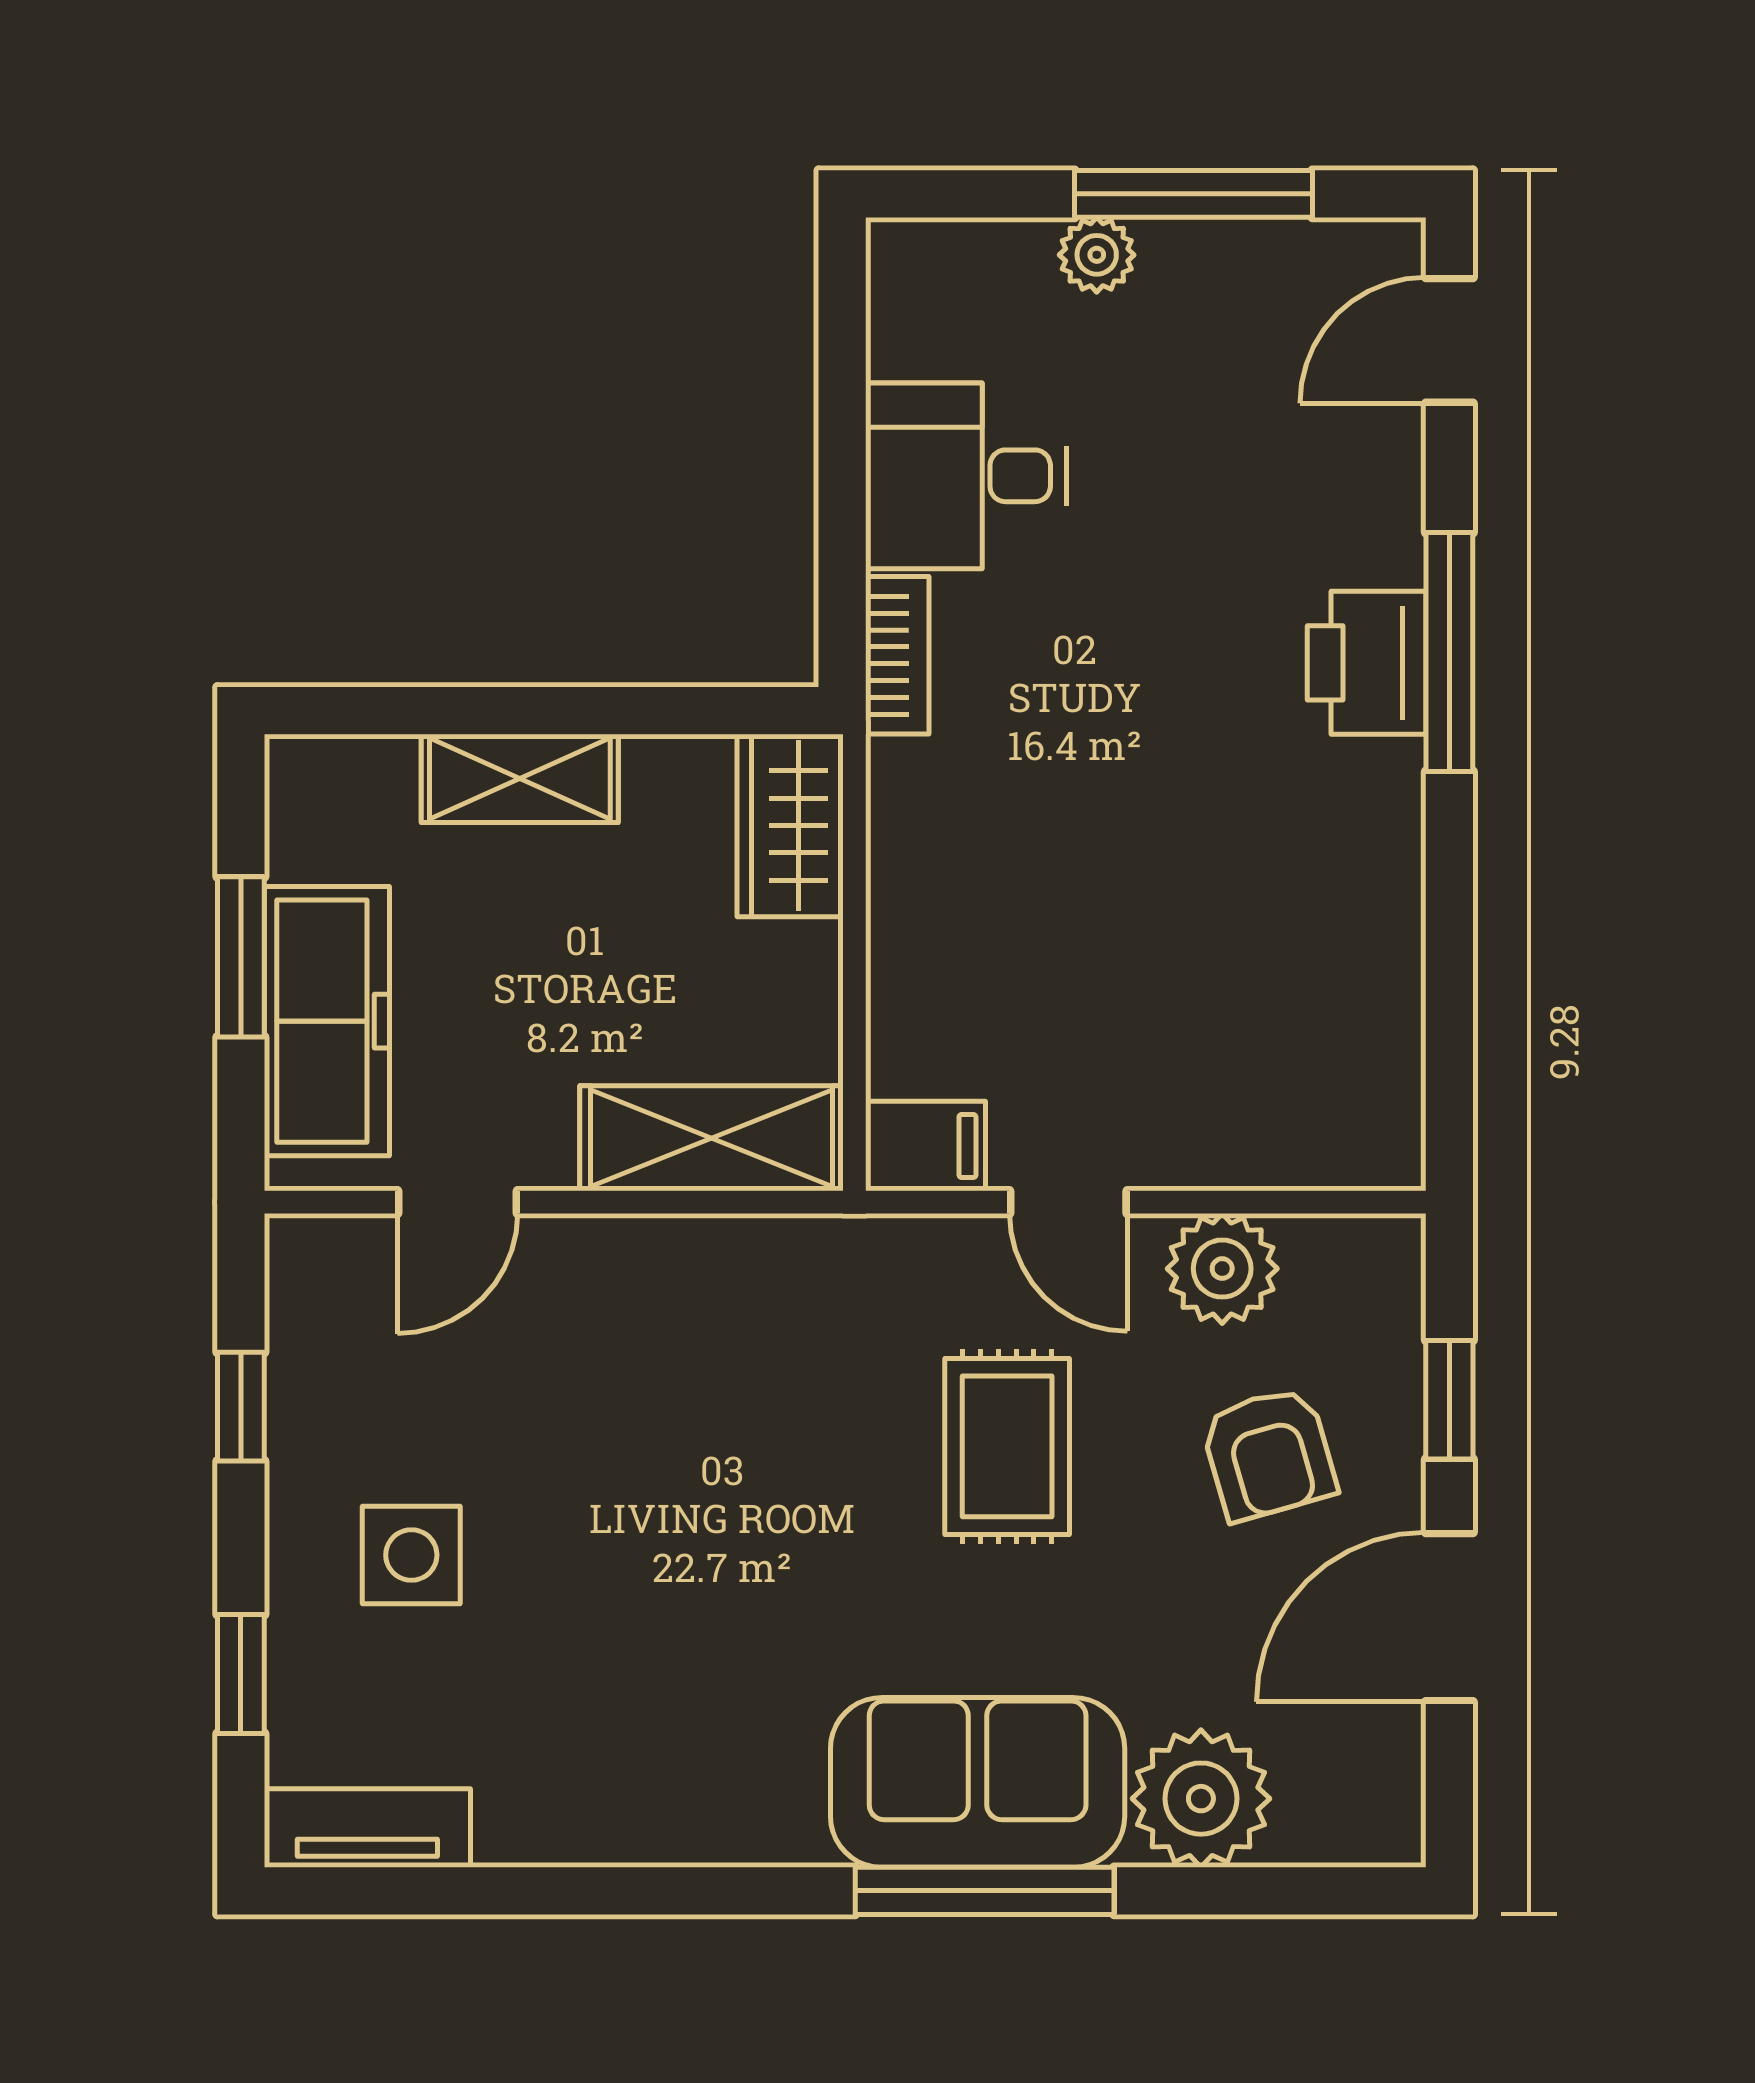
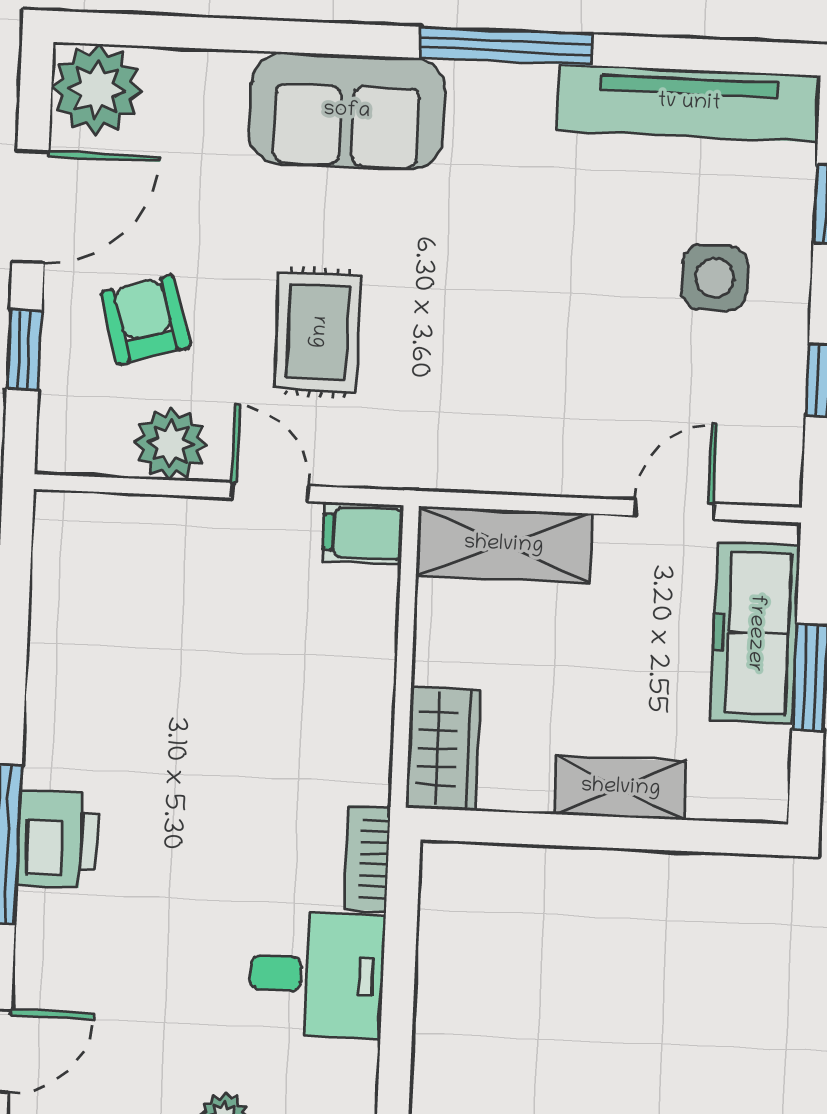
plant: (1201, 1799) -> (97, 89), moved
tv unit: (367, 1828) -> (689, 103), width x1.92, depth x1.29
window: (985, 1891) -> (506, 46), moved

